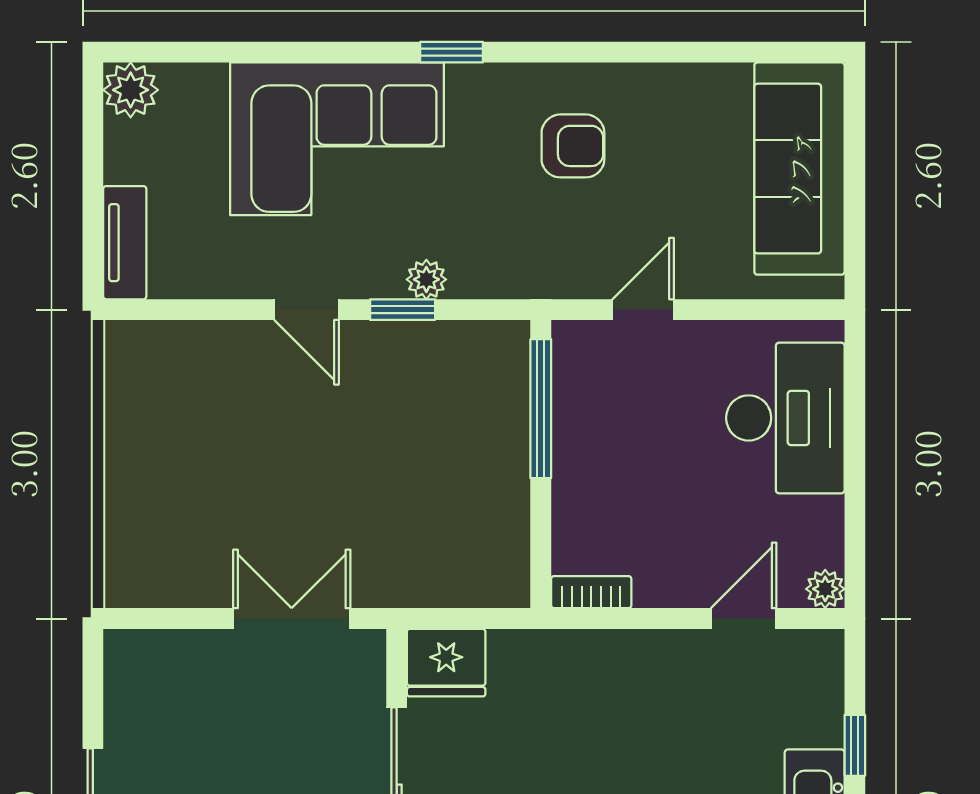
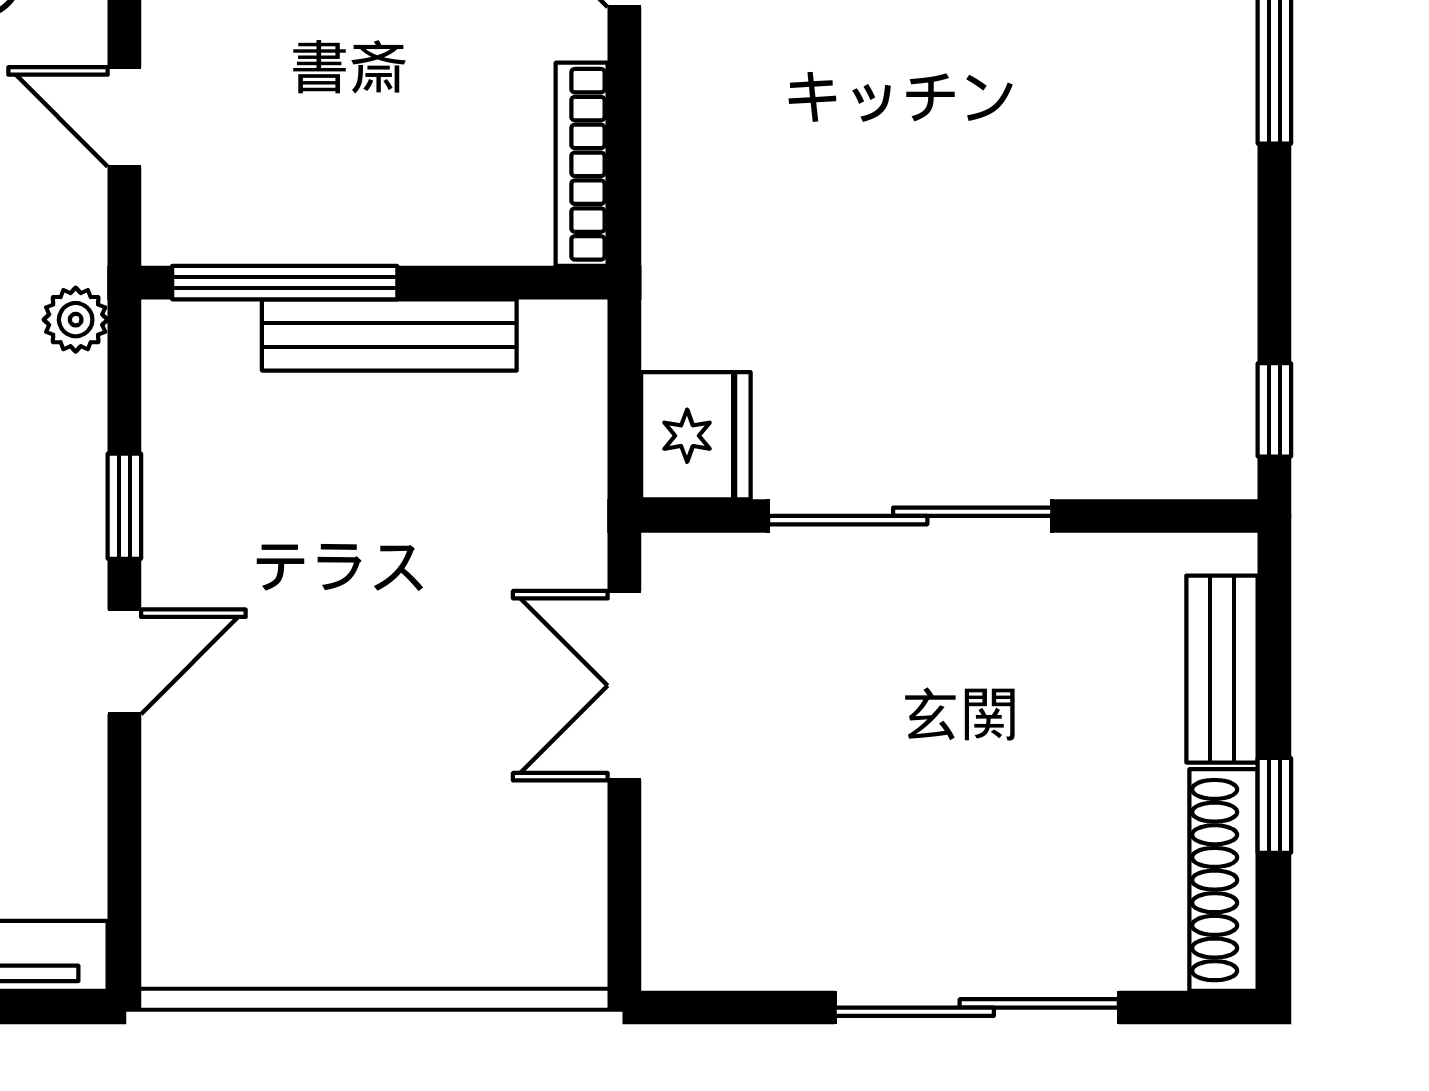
plant: (426, 279) -> (76, 320), moved
bench: (508, 473) -> (389, 335), added
bookcase: (591, 592) -> (582, 164), width x1.56

